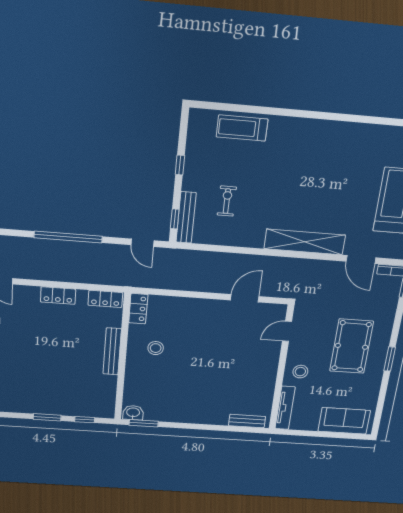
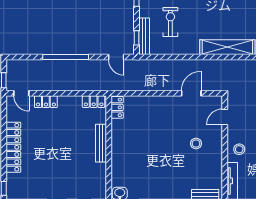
exercise bike: (227, 201) -> (170, 22), width x1.38, depth x1.39
locker: (58, 296) -> (46, 102), moved
stool: (156, 348) -> (196, 144), moved

